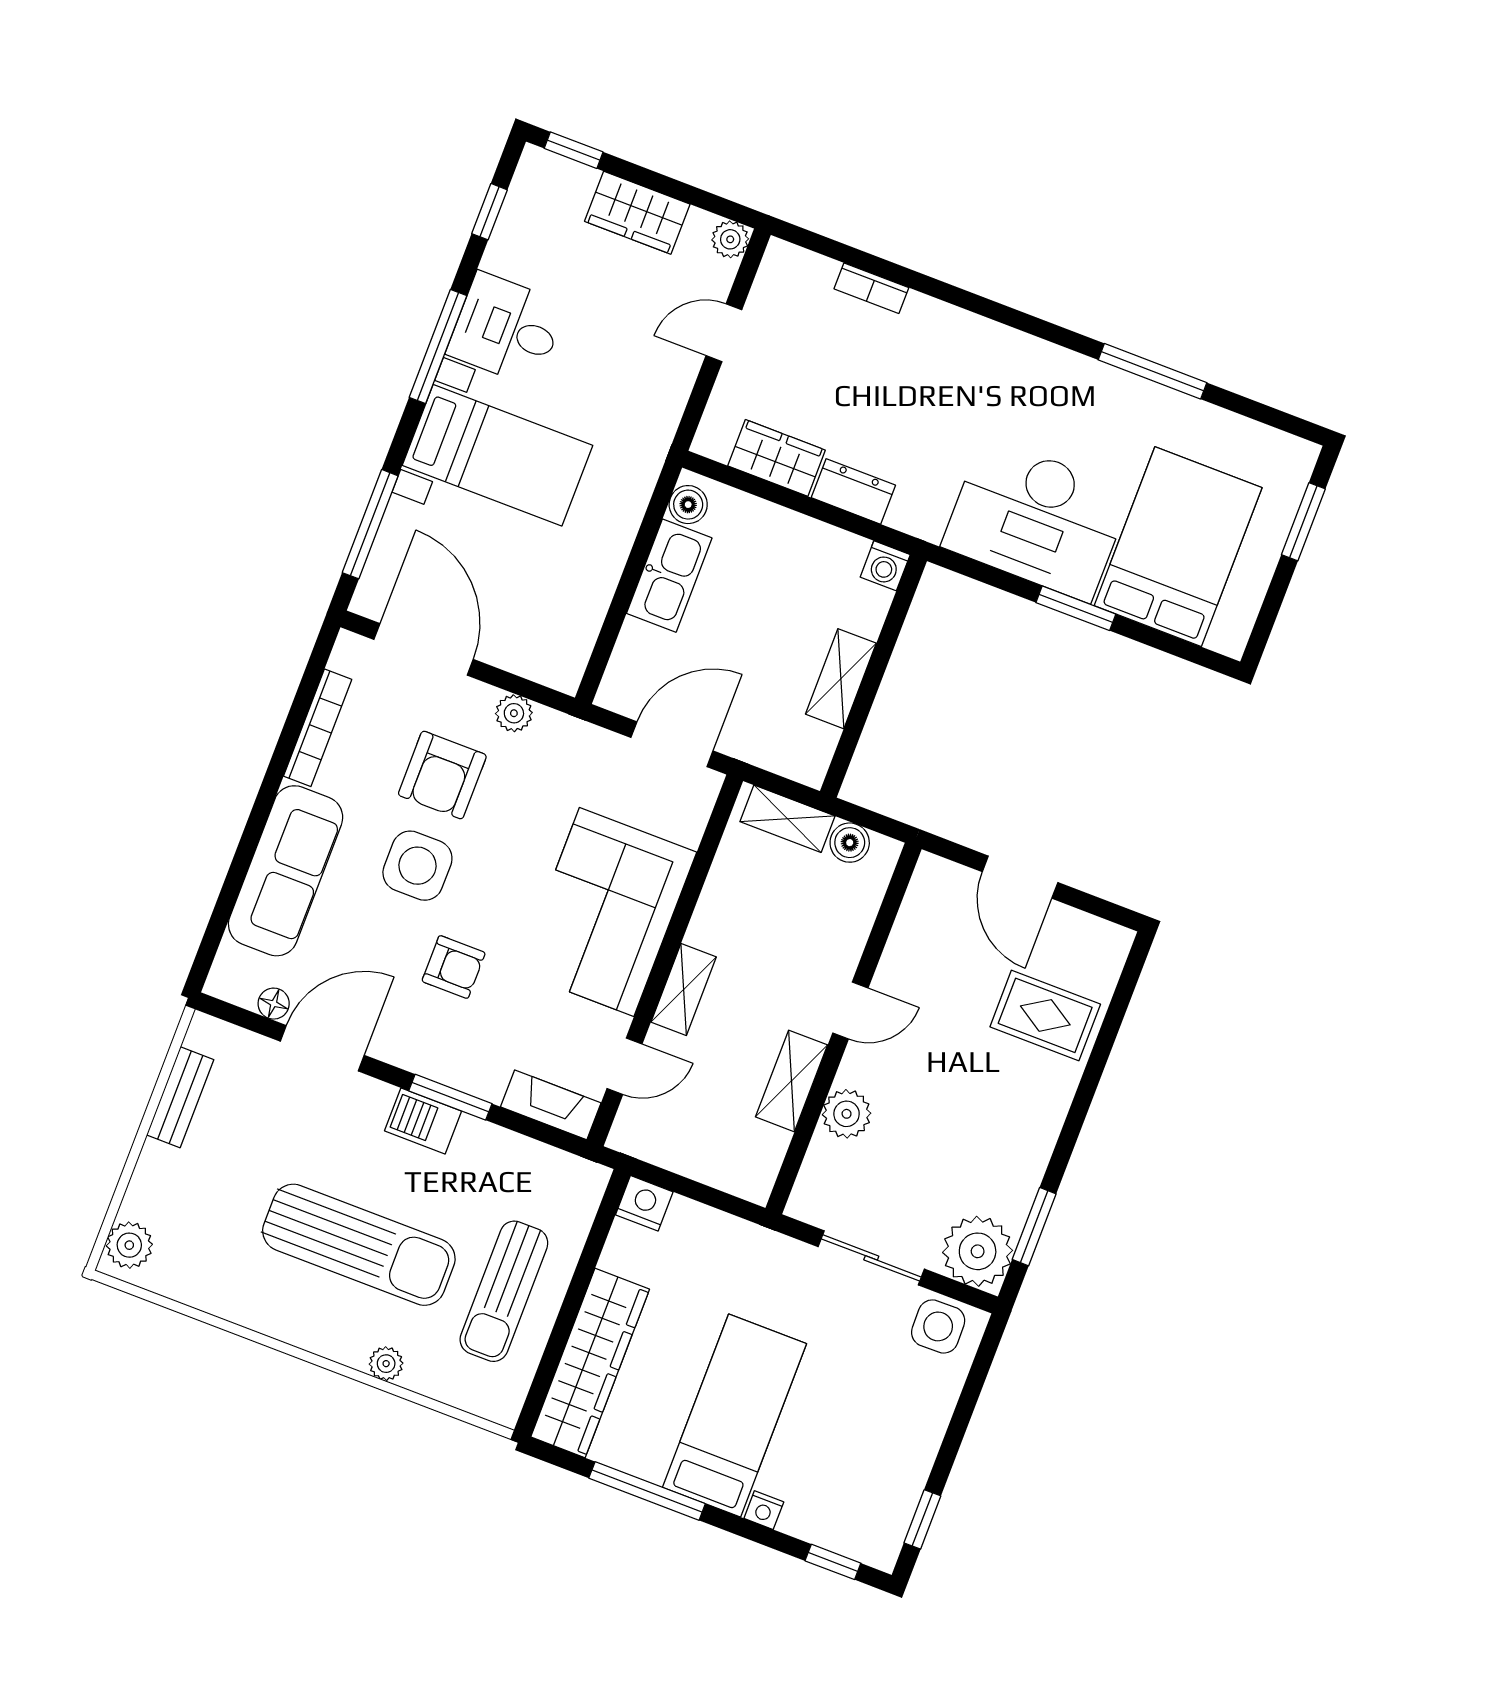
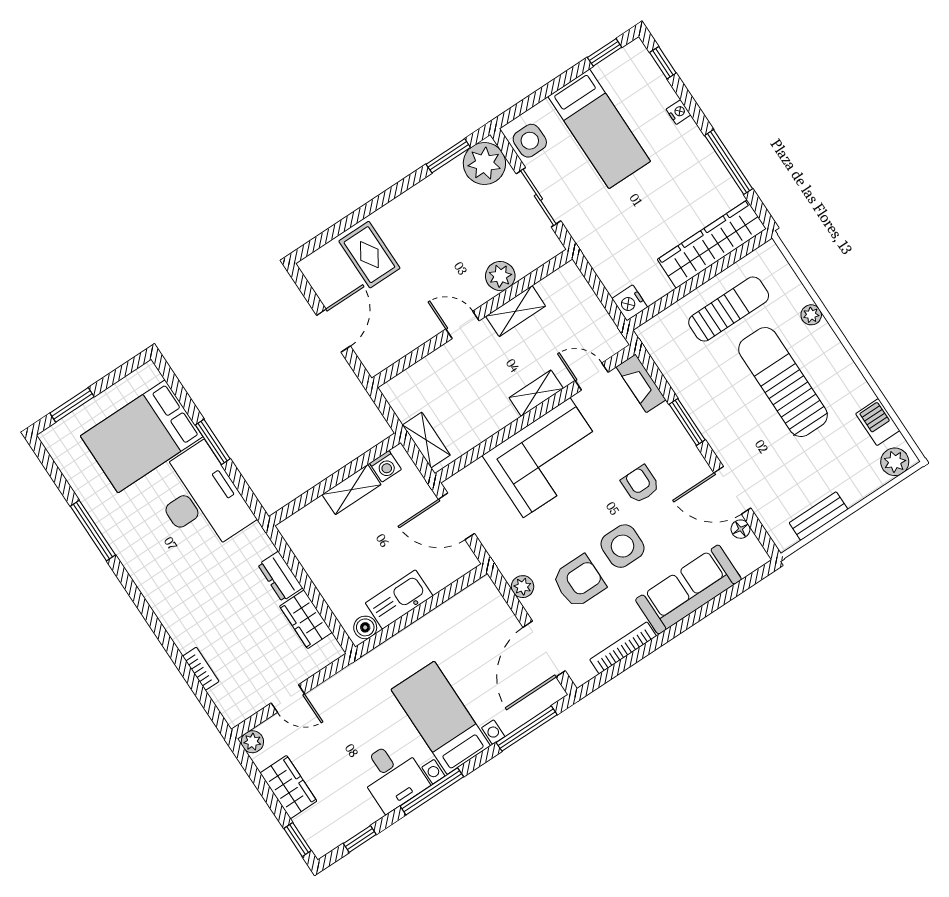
washing machine: (885, 566) -> (385, 466), moved, turned 90
boiler: (850, 843) -> (404, 407), removed
barbecue: (423, 1121) -> (878, 422), moved, turned 180
bed: (735, 1416) -> (599, 129), moved, turned -90

